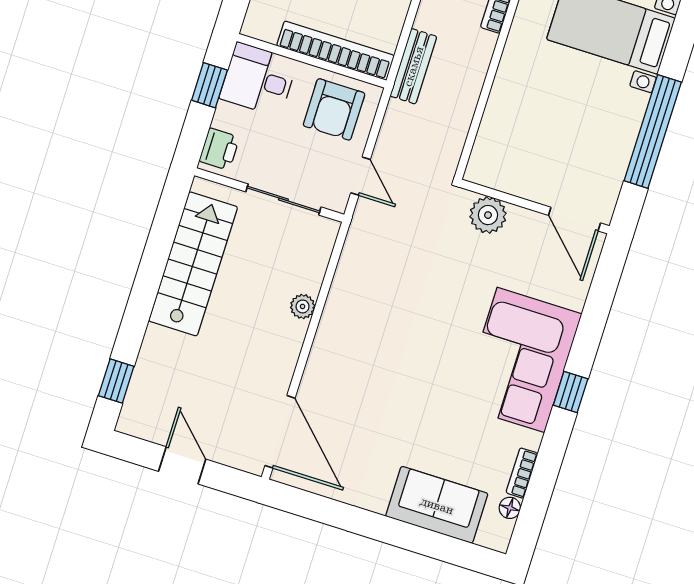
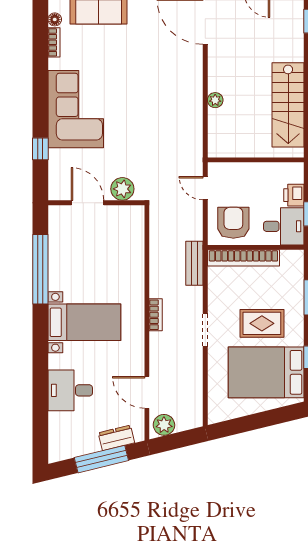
printer: (219, 149) -> (294, 195), moved
sliding door: (283, 199) -> (247, 160), removed
door: (574, 219) -> (87, 203), moved
window: (571, 392) -> (40, 149), moved

